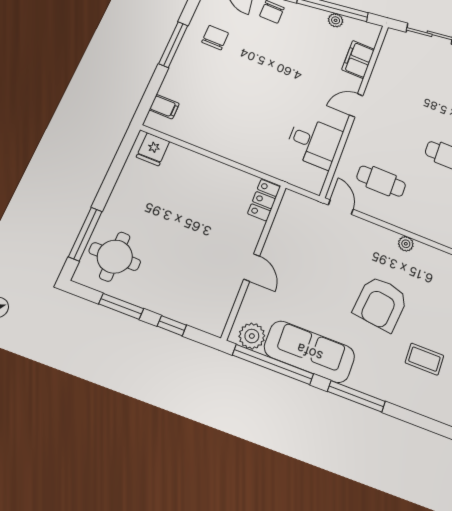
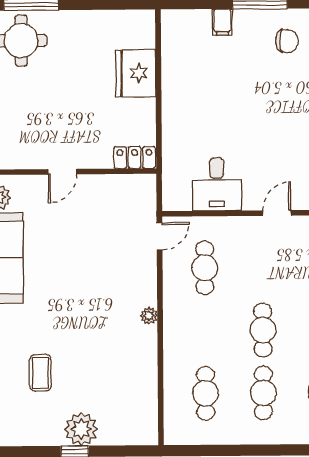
door: (356, 105) -> (277, 213), hinge flipped
filing cabinet: (164, 107) -> (222, 22), moved
fridge: (153, 149) -> (136, 73), moved, width x1.88, depth x1.34
armchair: (381, 303) -> (78, 311), removed

